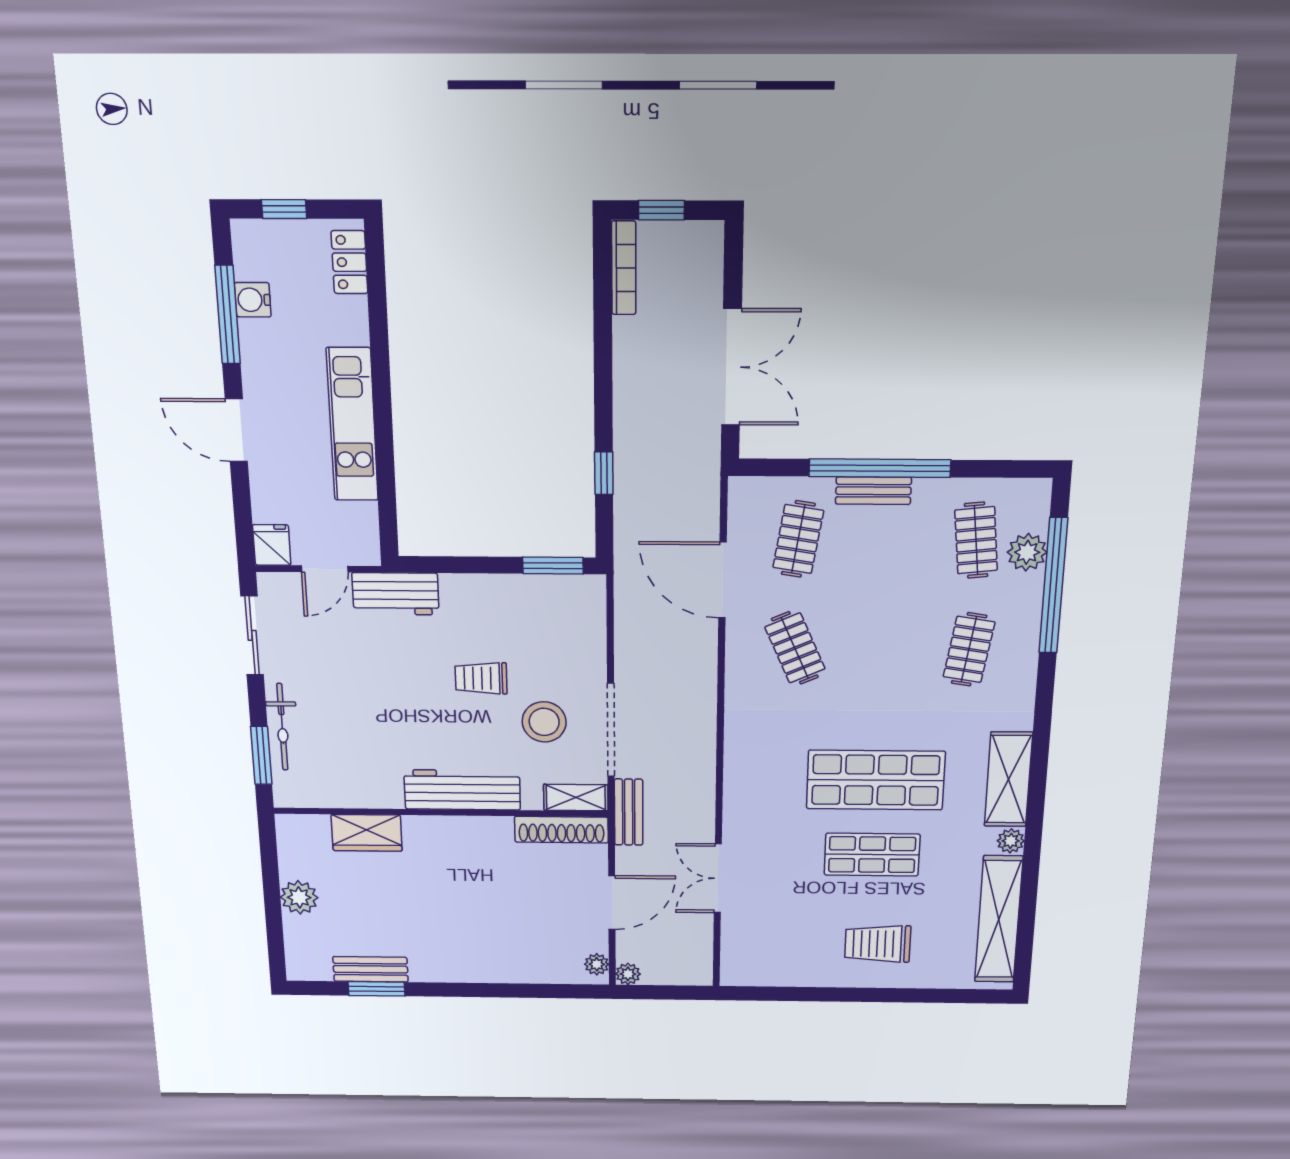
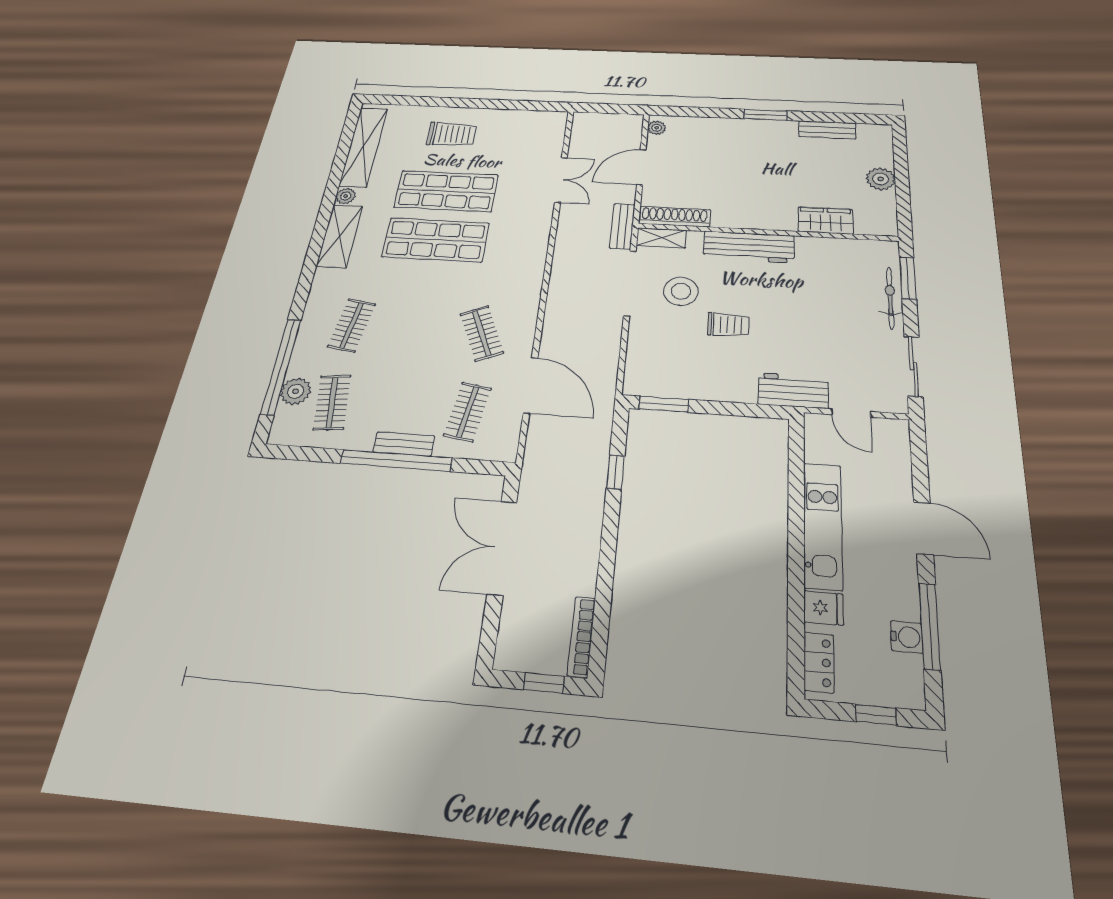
fridge: (272, 545) -> (823, 608), moved, turned -90
door: (325, 569) -> (851, 413), swing flipped
shop shelf: (872, 855) -> (446, 191), width x1.43, depth x1.36
plant: (628, 974) -> (634, 121), removed
window: (376, 989) -> (765, 115), moved

